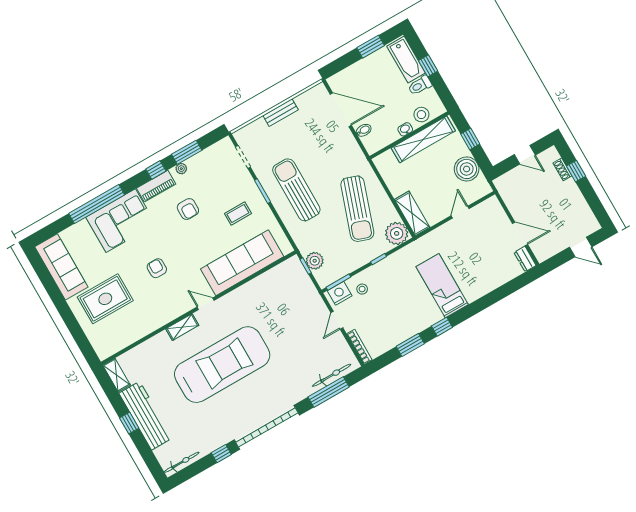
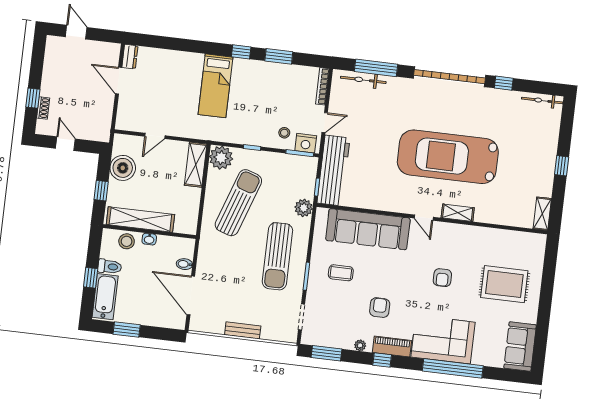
window: (187, 152) -> (326, 353), moved
plant: (315, 261) -> (304, 208), moved
sofa: (61, 267) -> (520, 346), width x0.73
workbench: (146, 416) -> (333, 171), moved, turned 180

